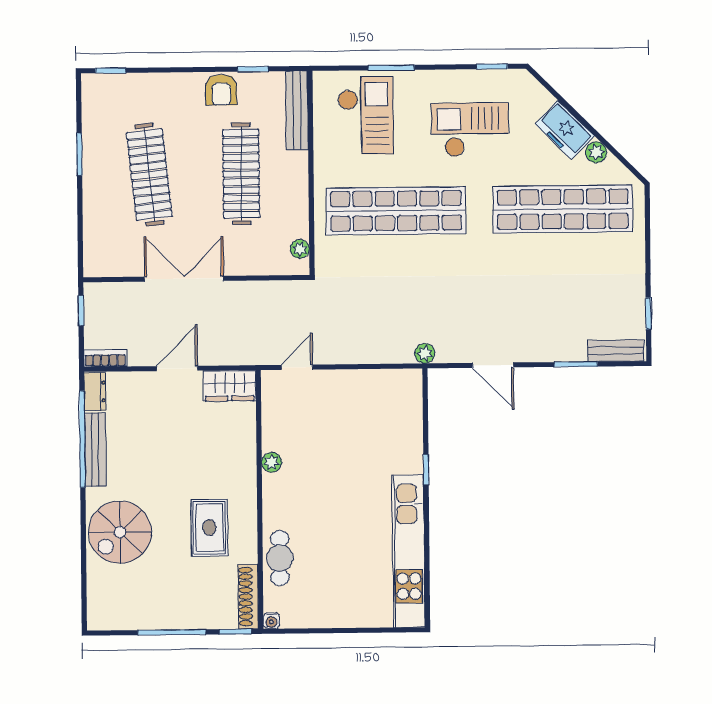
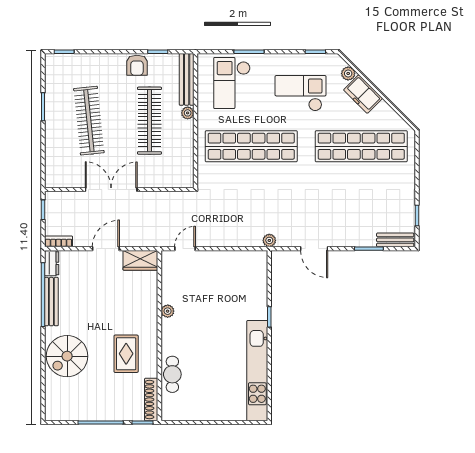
checkout: (366, 115) -> (232, 83), turned 180
plant: (596, 152) -> (348, 73), moved
plant: (300, 249) -> (188, 113), moved
water cooler: (271, 621) -> (166, 416), removed

